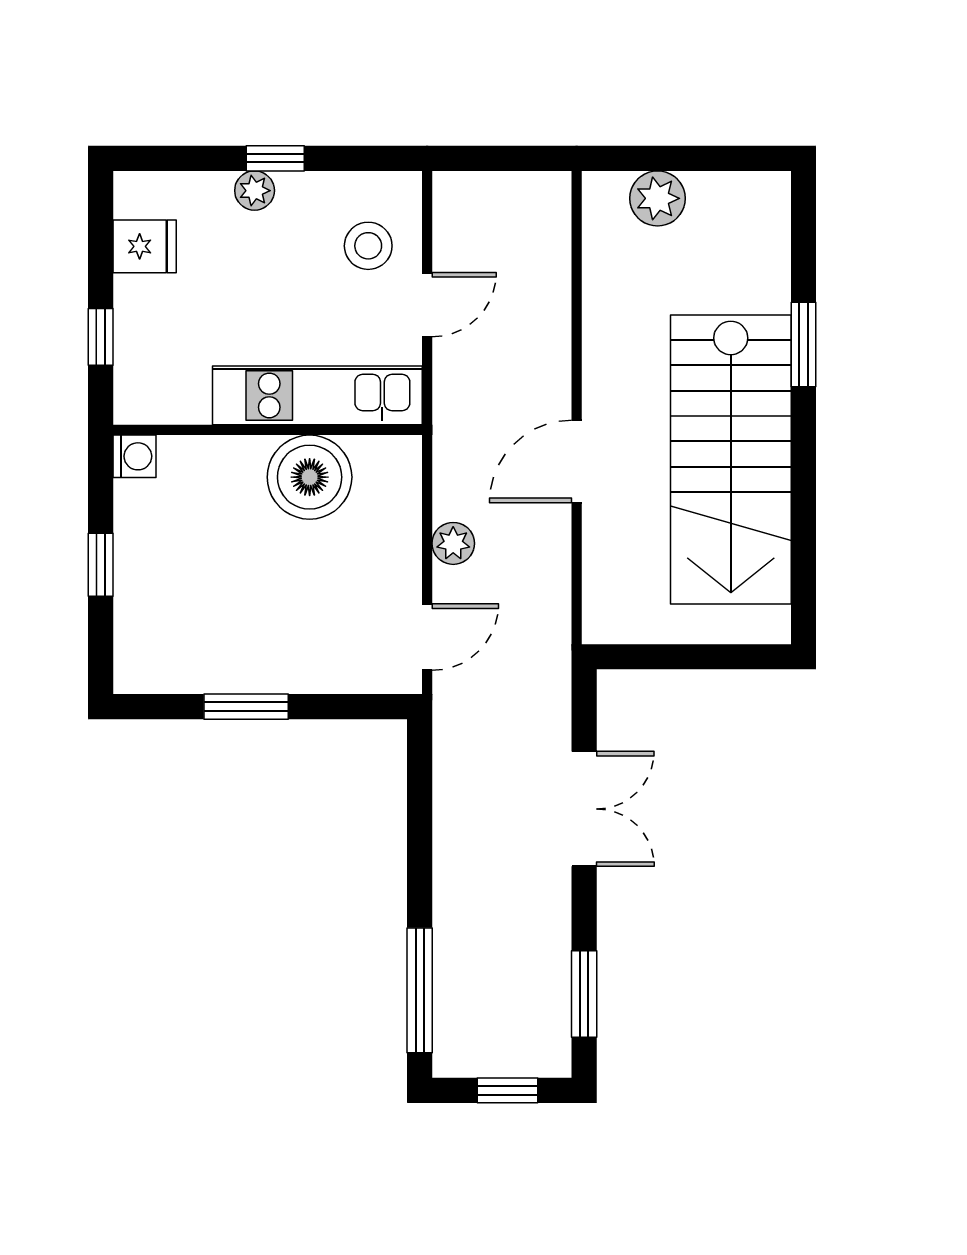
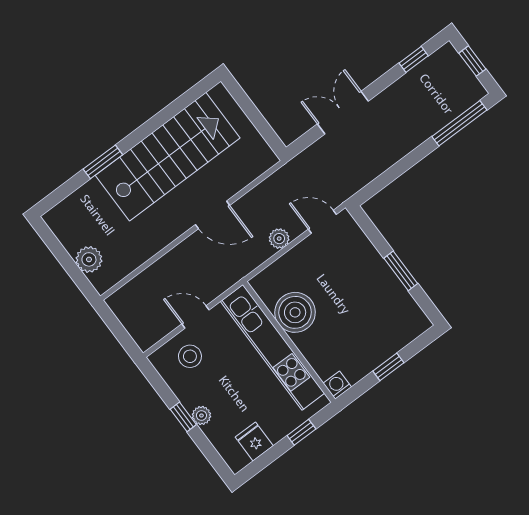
kitchen unit: (317, 395) -> (273, 347), width x1.36
window: (584, 994) -> (414, 59), width x0.67

